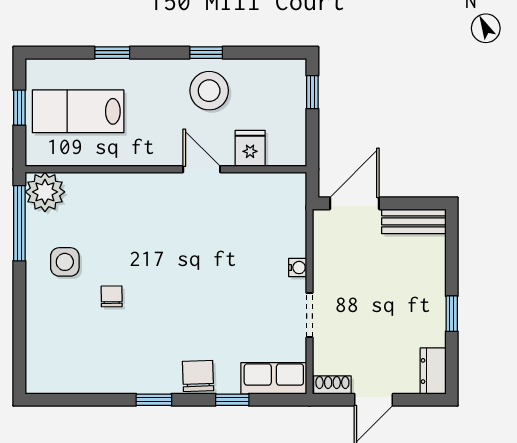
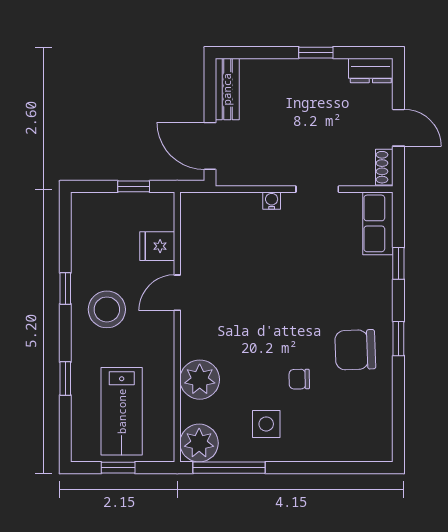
stool: (209, 91) -> (107, 309), moved
window: (312, 92) -> (134, 186), moved
plant: (111, 193) -> (200, 380), added
chair: (198, 376) -> (355, 350), moved, width x1.37, depth x1.37

